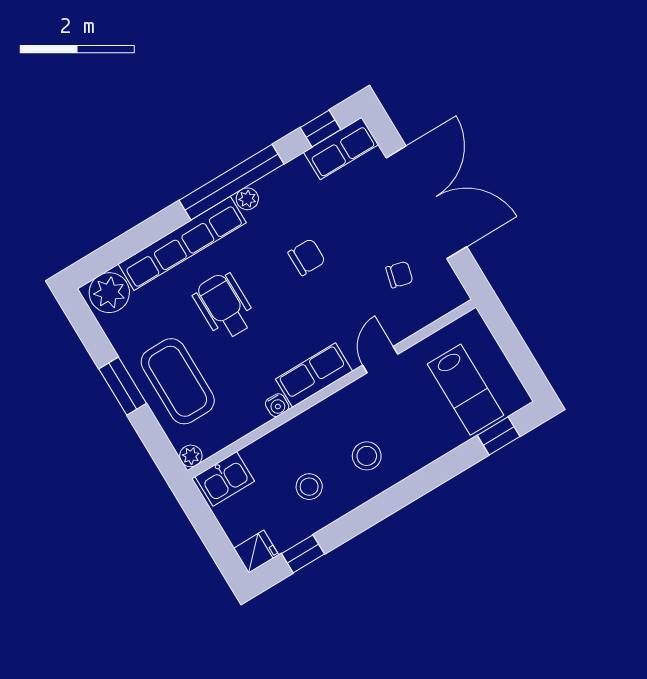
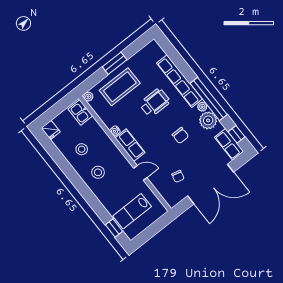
plant: (109, 293) -> (208, 120), moved
window: (303, 554) -> (52, 150), removed

